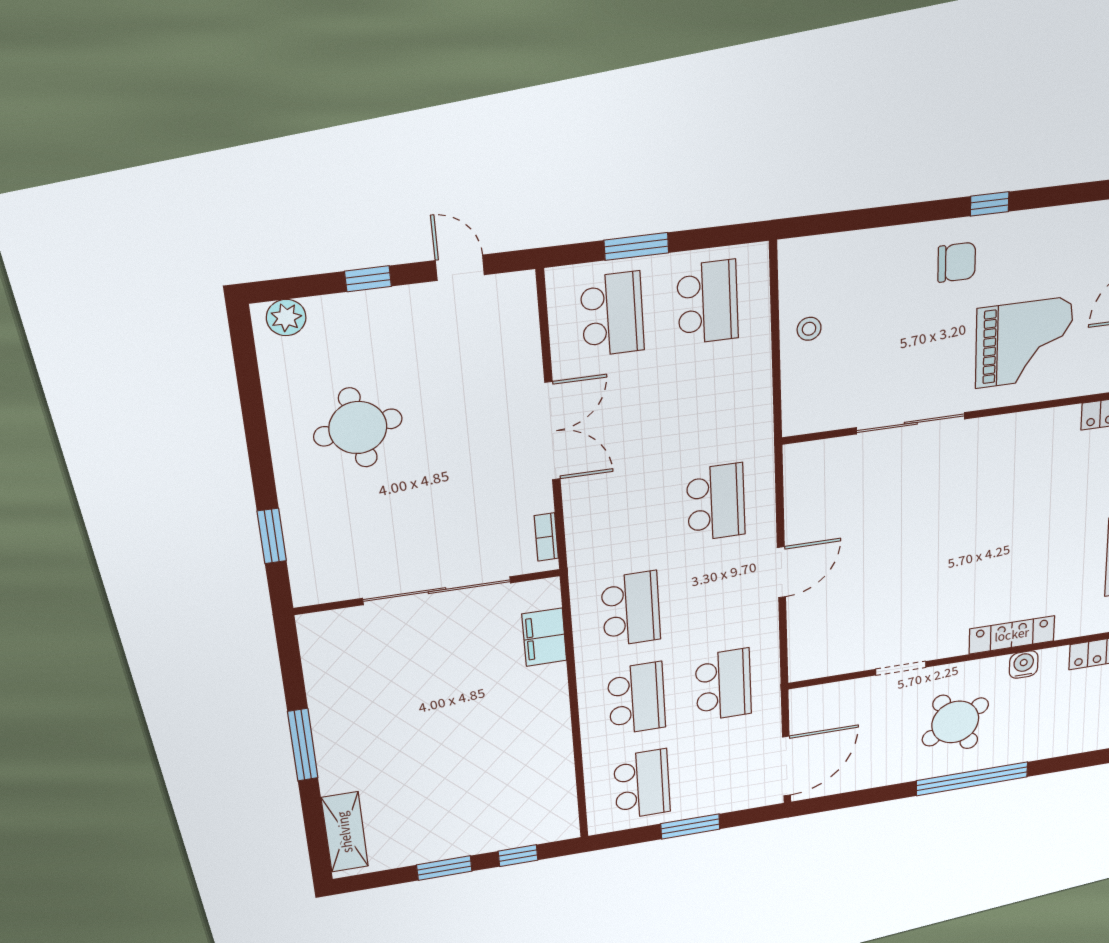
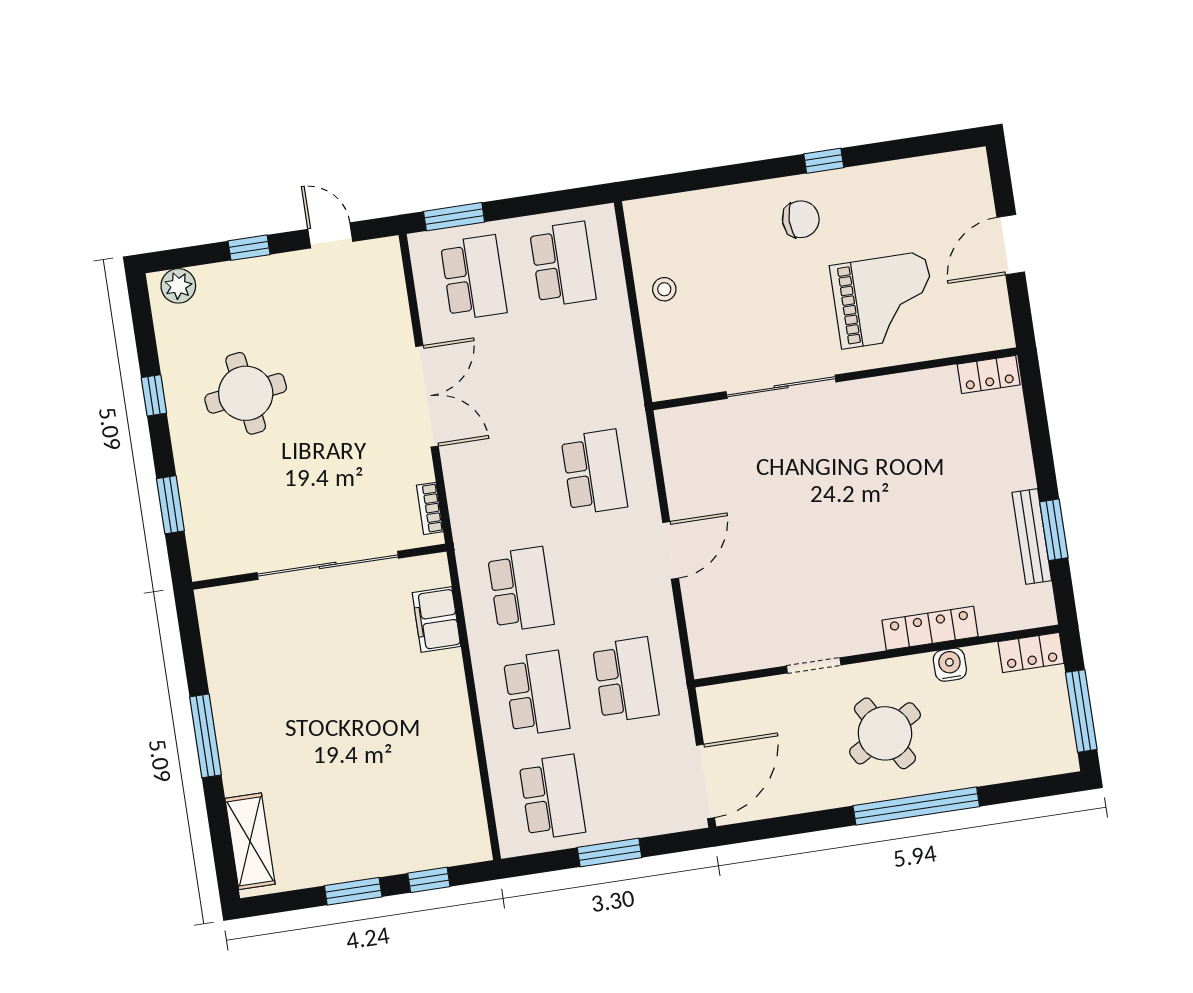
window: (636, 246) -> (454, 217), moved
window: (256, 429) -> (154, 395), added

